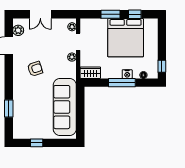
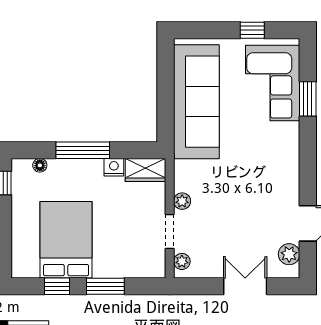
bed: (126, 38) -> (66, 240), width x0.73
armchair: (35, 69) -> (256, 178), removed
nightstand: (127, 74) -> (114, 167), moved
corner sofa: (26, 116) -> (273, 83), added

